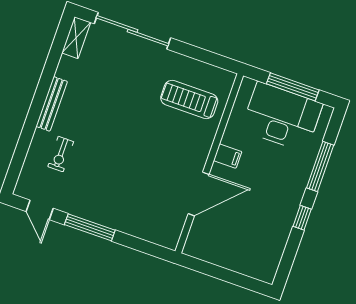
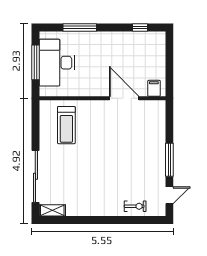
bench: (52, 104) -> (100, 211), removed
exercise bike: (61, 154) -> (135, 206), moved
filing cabinet: (228, 156) -> (154, 88), moved
window: (302, 218) -> (140, 27), moved

